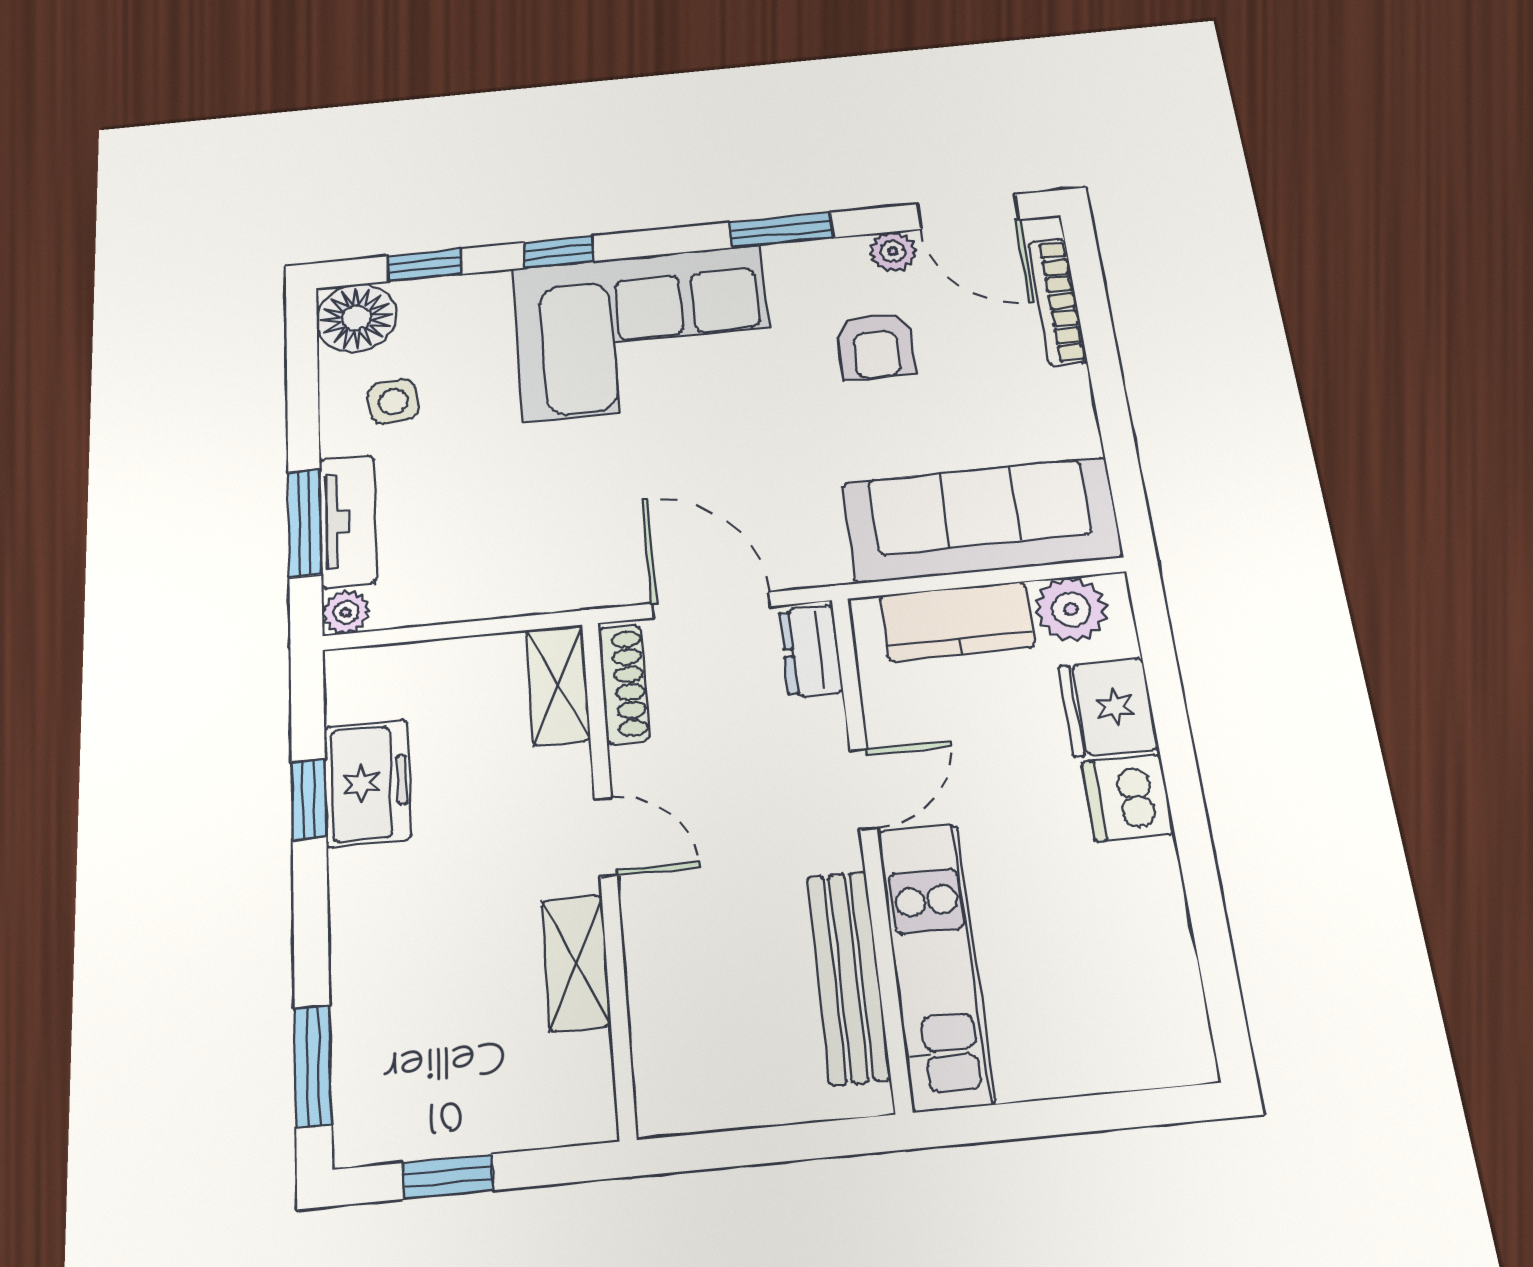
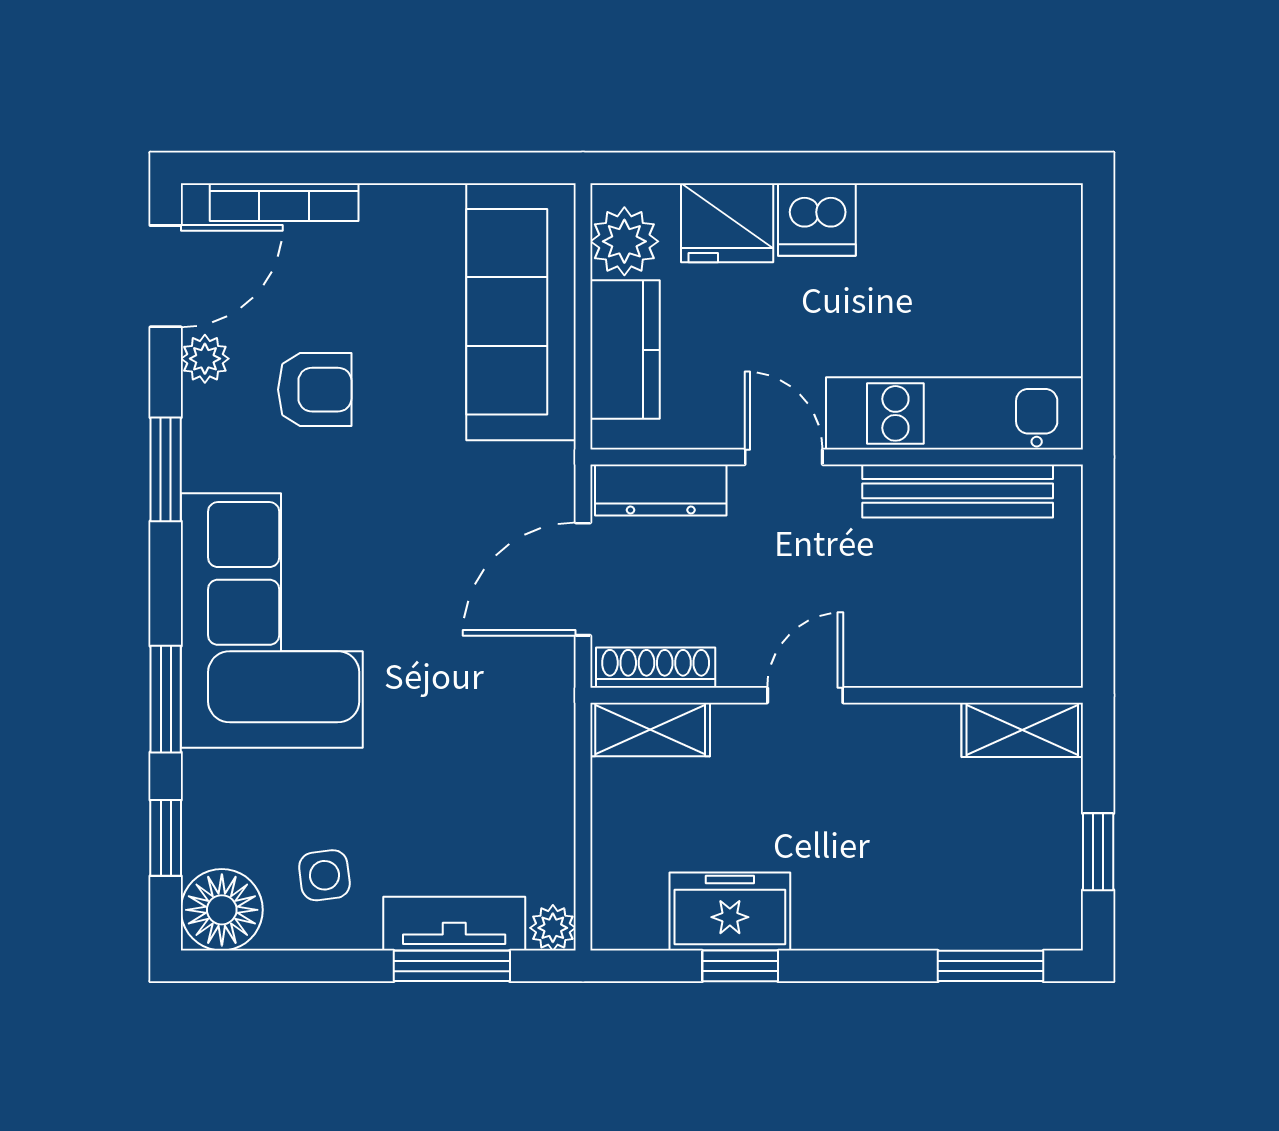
window: (559, 252) -> (166, 699), width x1.50
dresser: (811, 651) -> (661, 490), width x1.44
shelving: (576, 963) -> (1022, 730), moved

